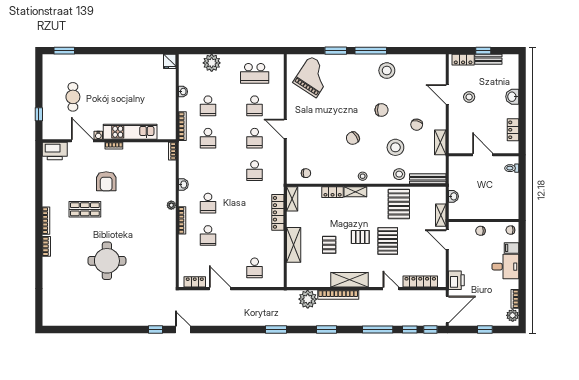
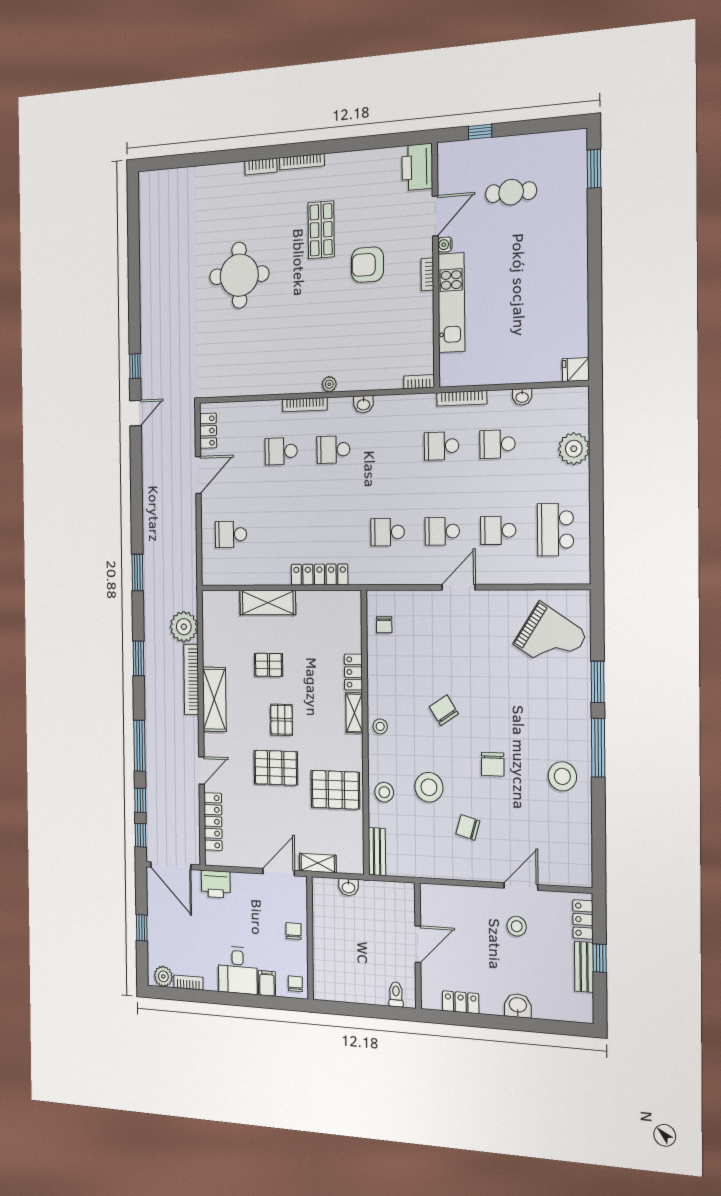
shelving: (440, 142) -> (438, 869), removed
bench: (428, 179) -> (377, 852), width x0.73
shelving: (292, 199) -> (342, 600), removed

